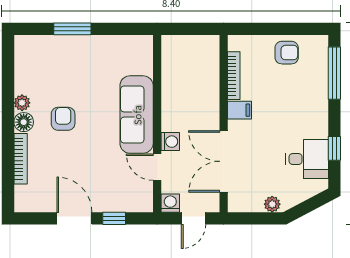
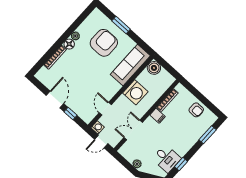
boiler: (174, 47) -> (154, 68), added
window: (334, 73) -> (208, 135), width x0.69
sofa: (137, 115) -> (130, 65), moved
armchair: (63, 119) -> (104, 43), moved, width x1.88, depth x1.88
washing machine: (170, 142) -> (135, 92), moved, width x1.89, depth x1.89
double door: (224, 161) -> (133, 130), width x0.73

